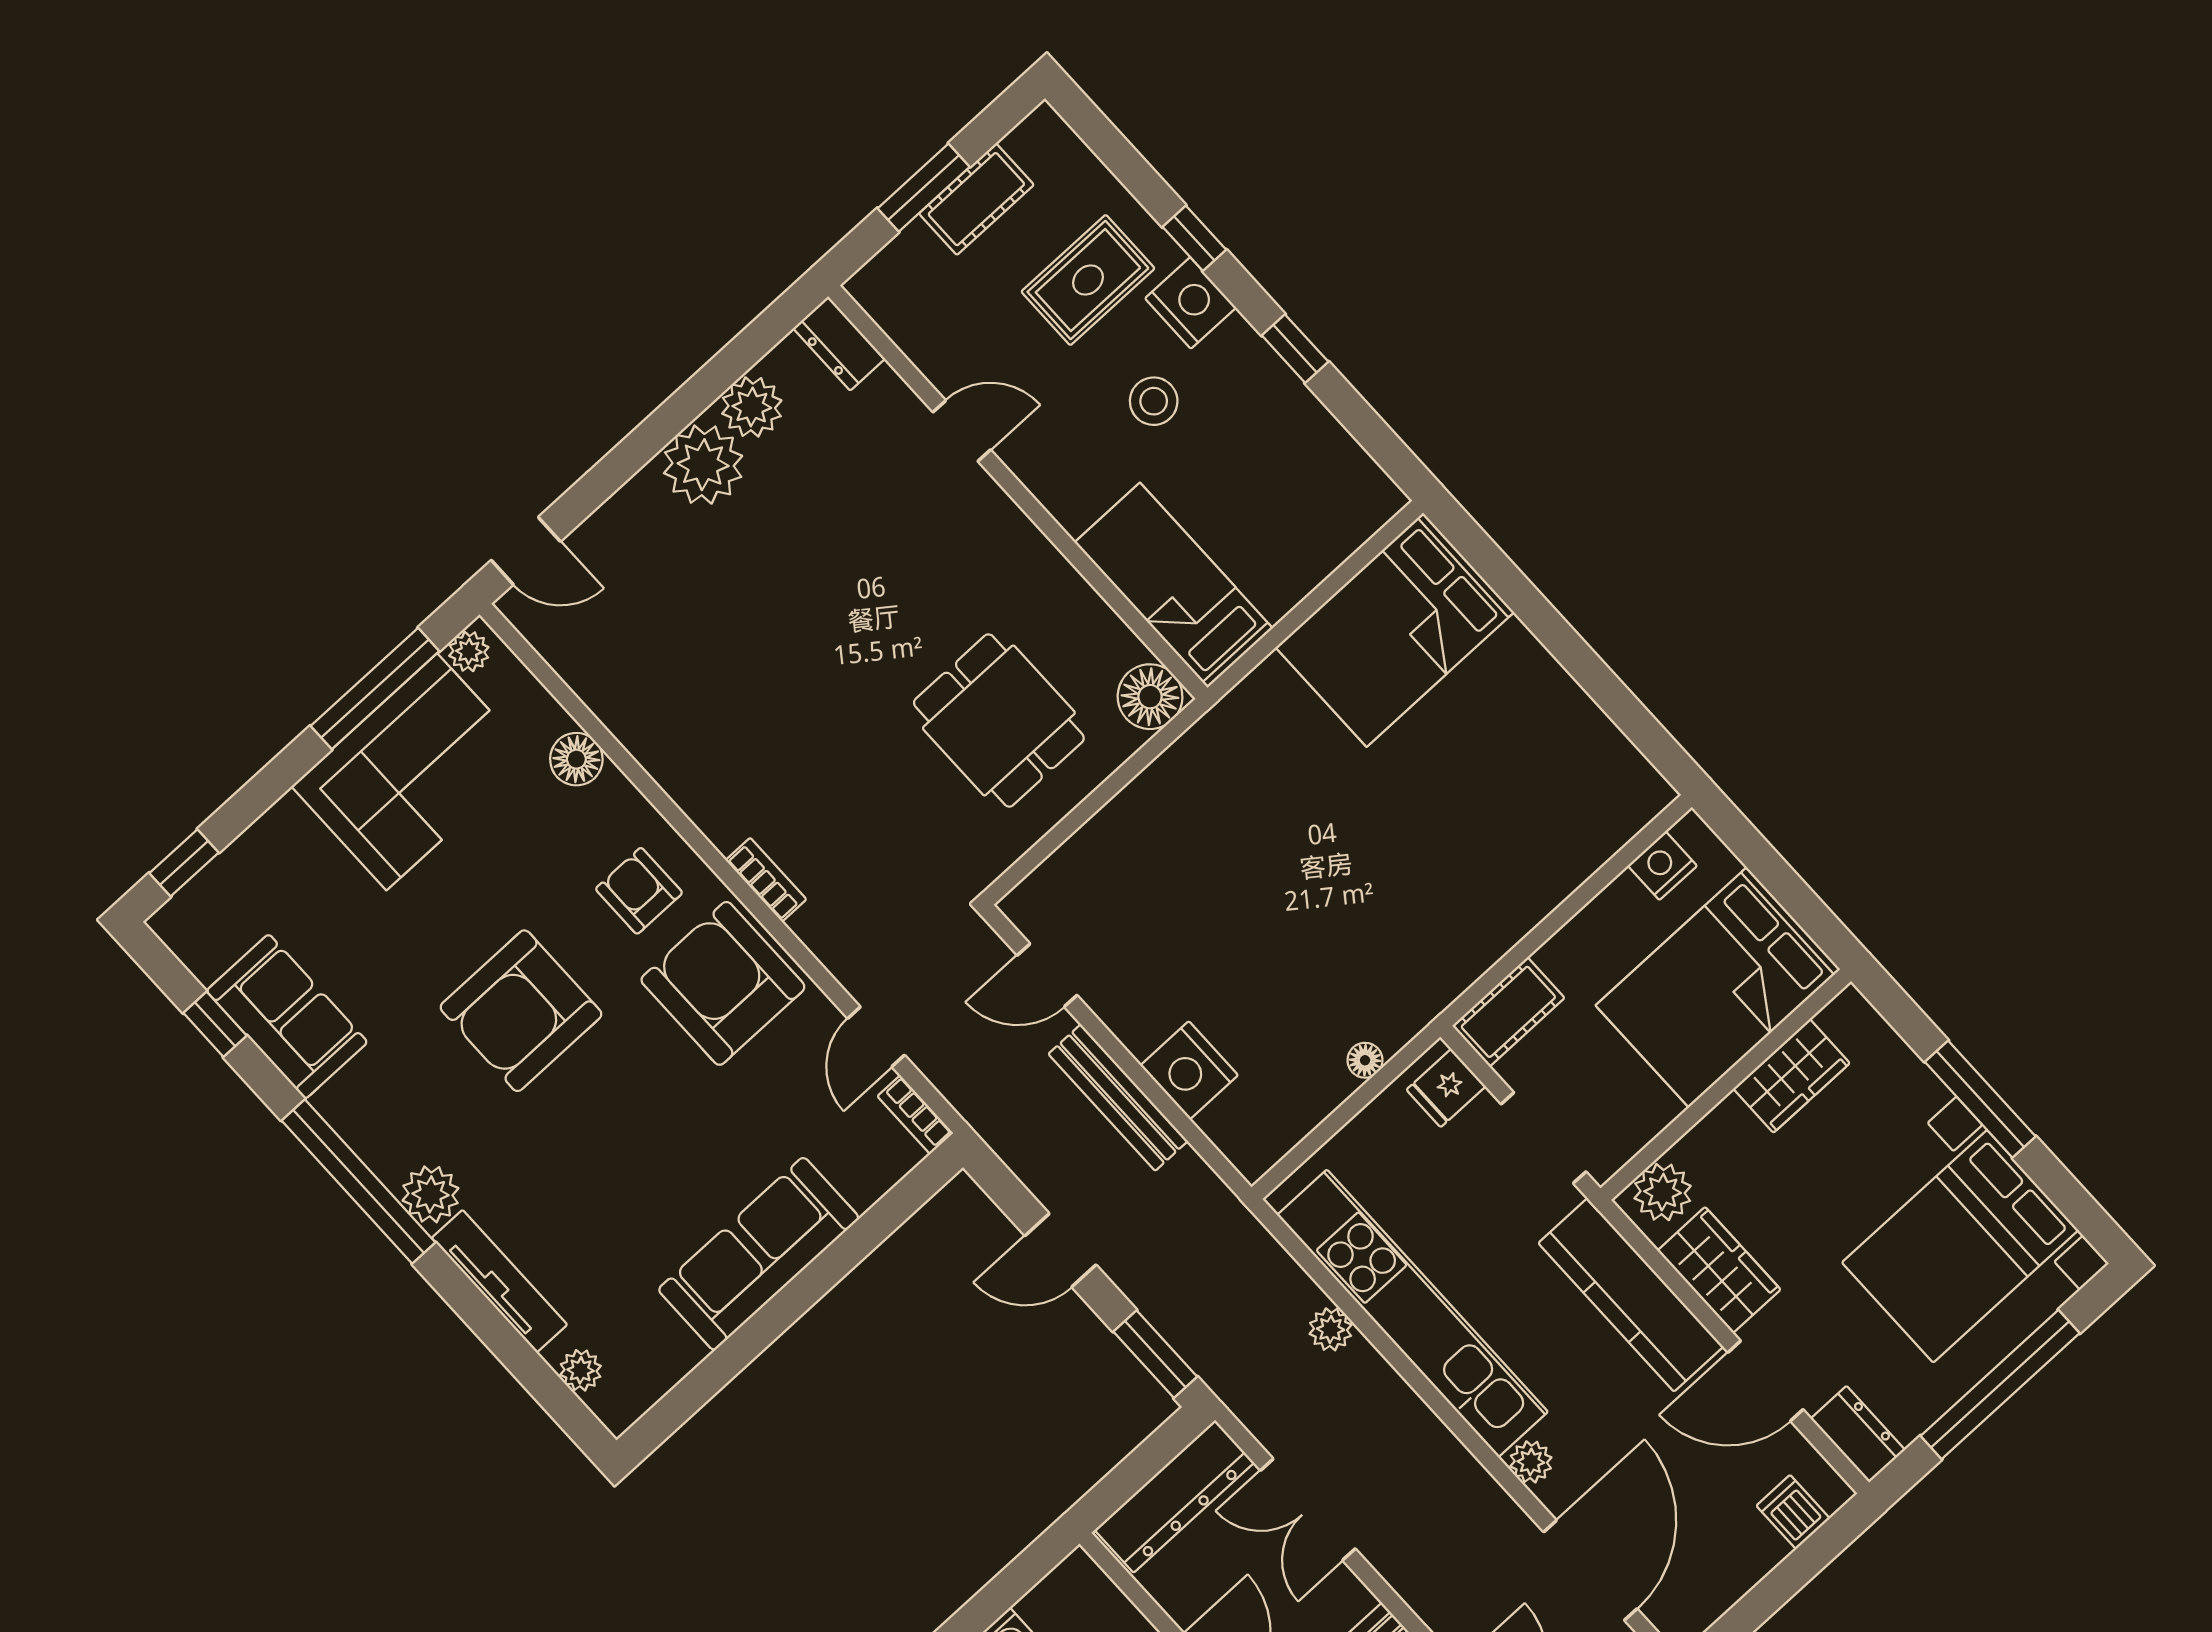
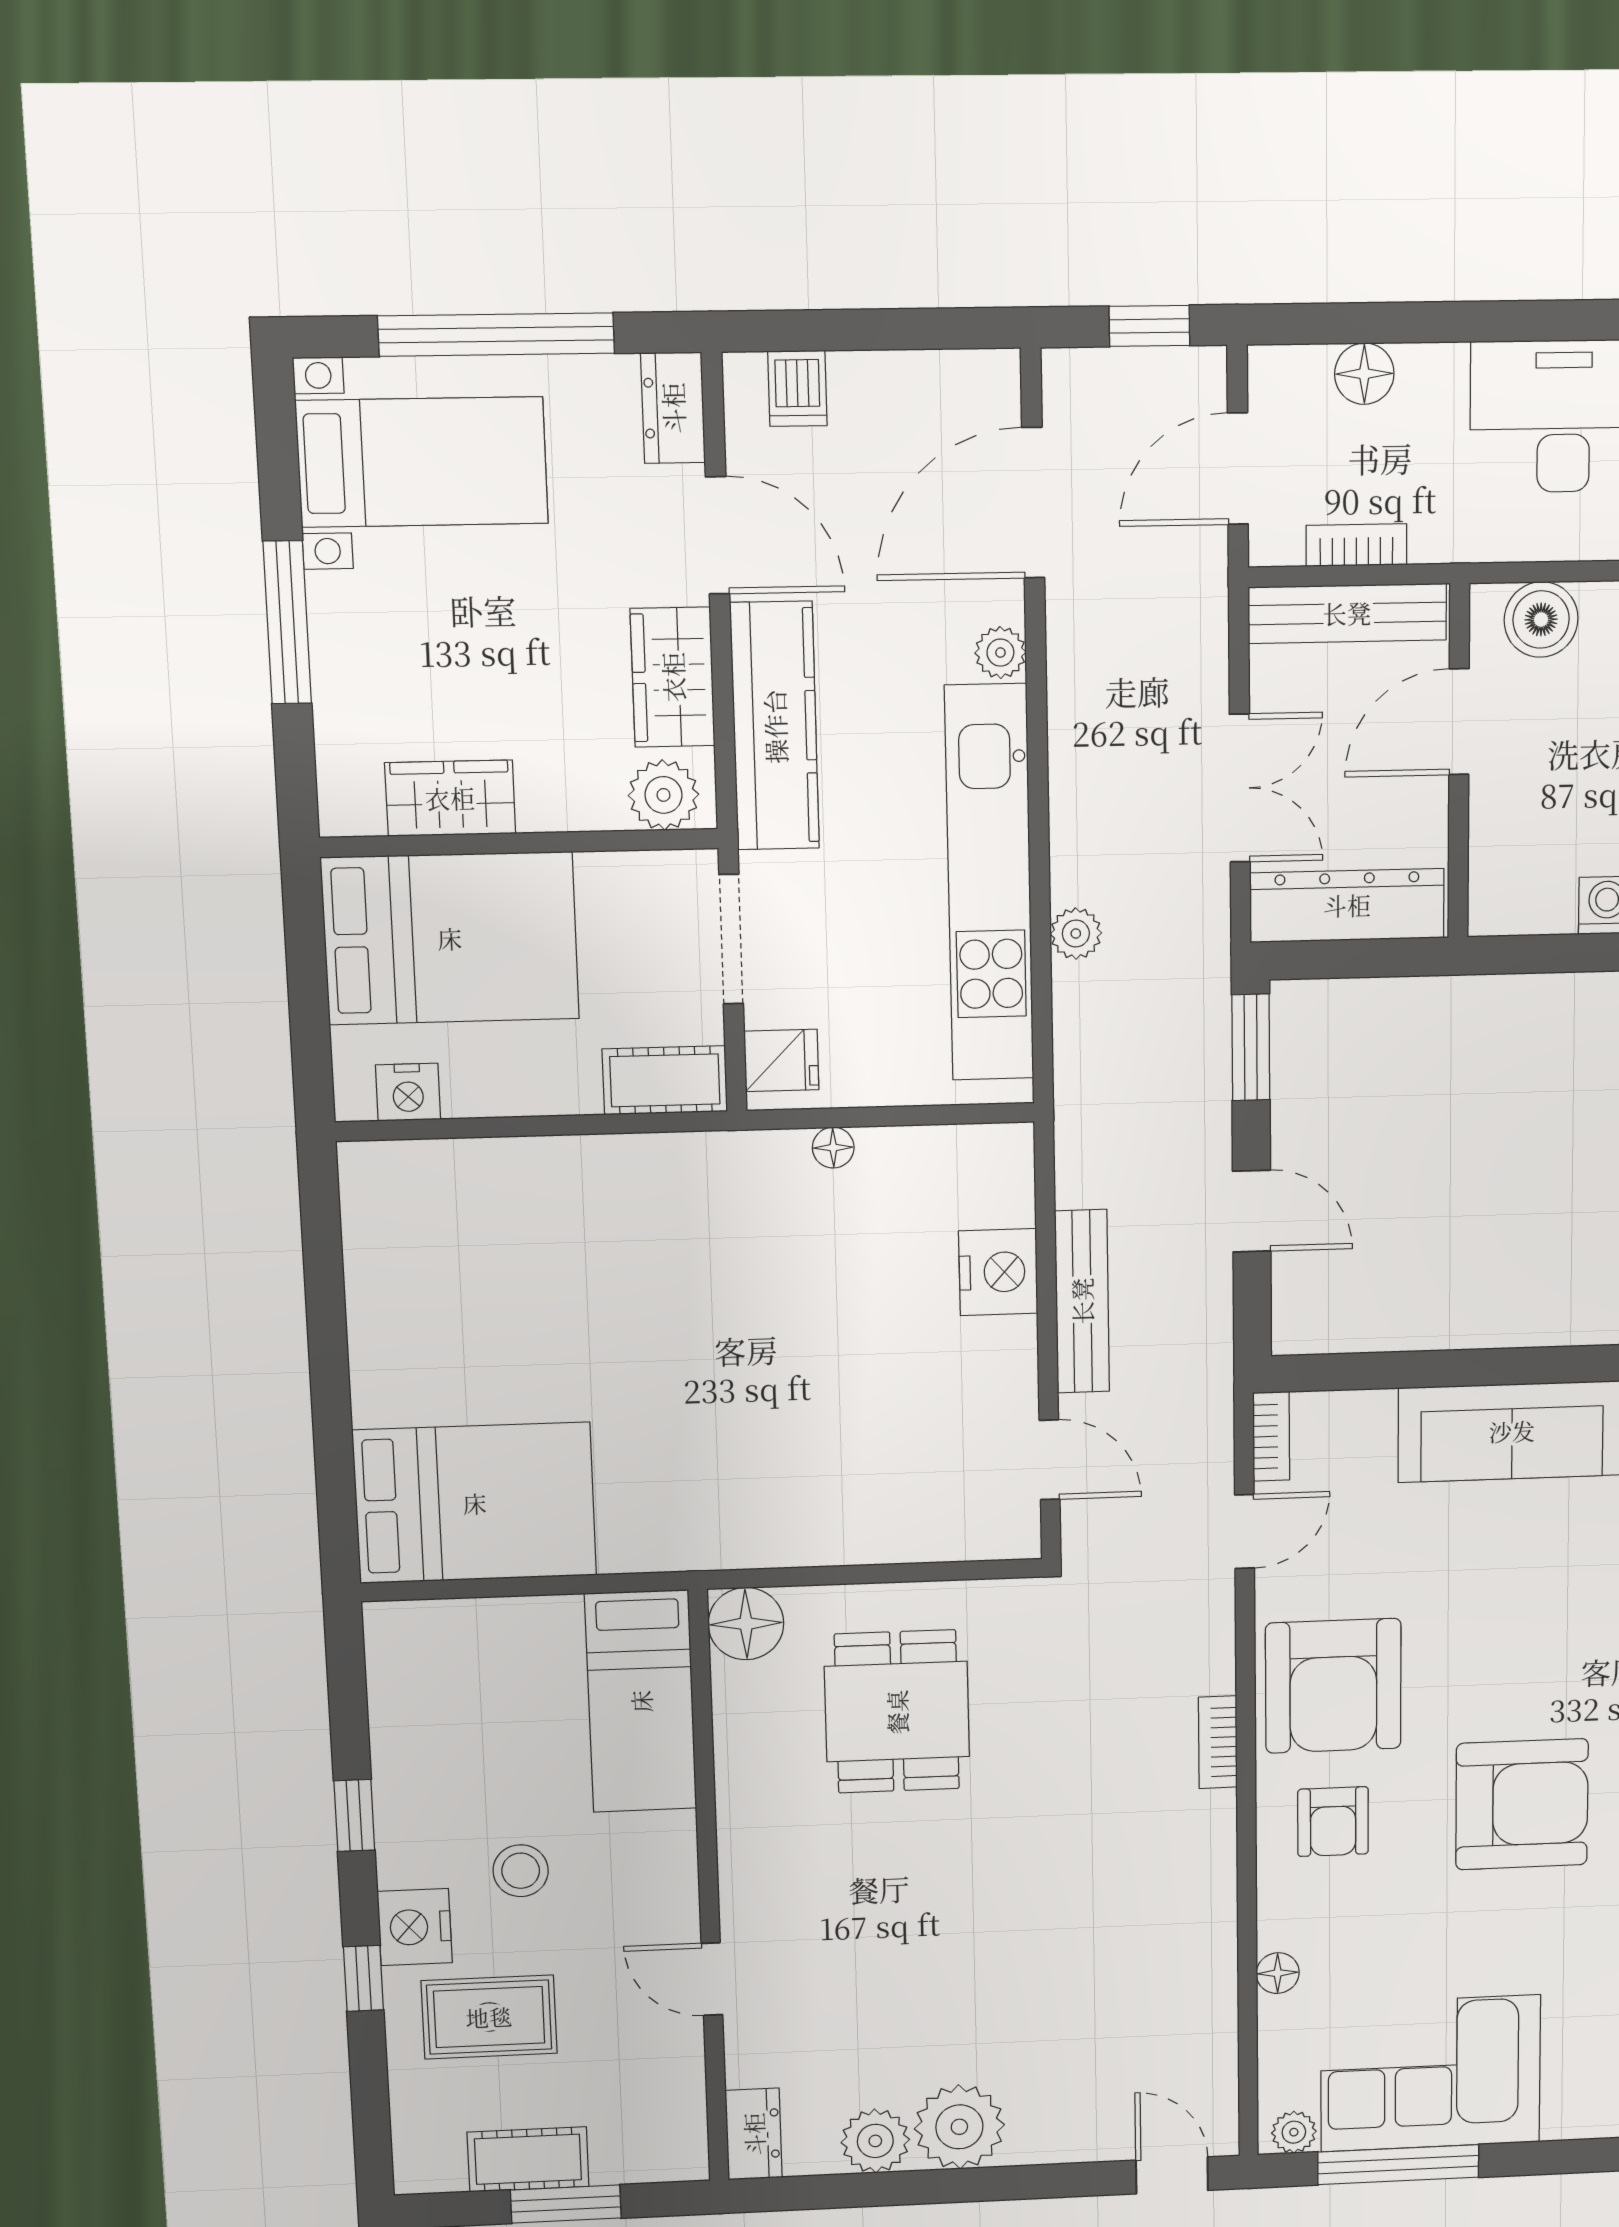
floor lamp: (576, 759) -> (1278, 1973), width x0.73, depth x0.73
bed with nightstands: (1960, 1246) -> (422, 462), width x0.73

